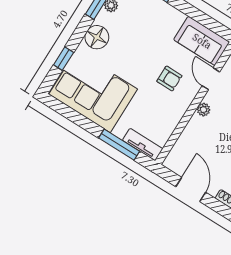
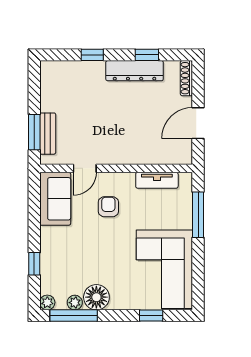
floor lamp: (97, 37) -> (96, 297), moved
plant: (204, 110) -> (117, 157), removed
tv unit: (143, 144) -> (157, 180), moved, turned -90

